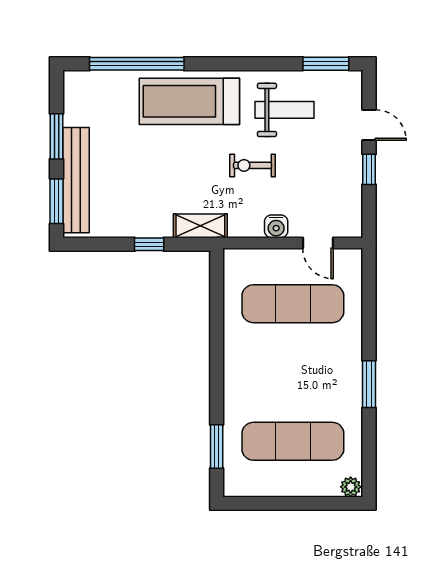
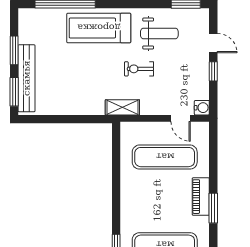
shelving: (200, 226) -> (122, 107), moved
water cooler: (276, 226) -> (202, 108), moved, turned -90
window: (149, 244) -> (73, 119), removed
piano: (349, 366) -> (201, 197), added

